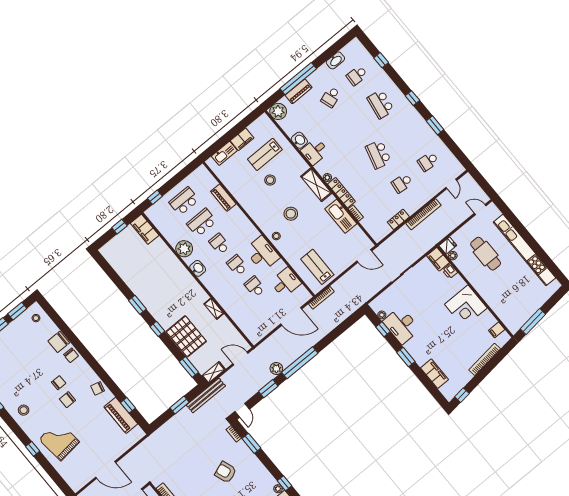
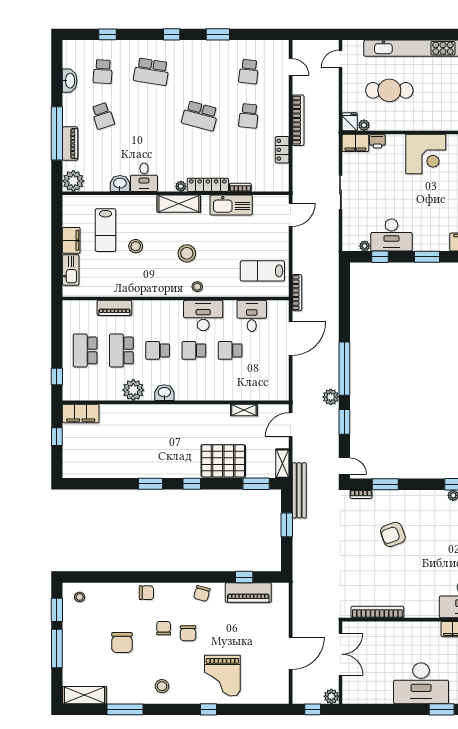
shelving: (214, 309) -> (244, 410), moved
chair: (59, 342) -> (122, 643), moved
grand piano: (59, 441) -> (222, 676), turned -84

